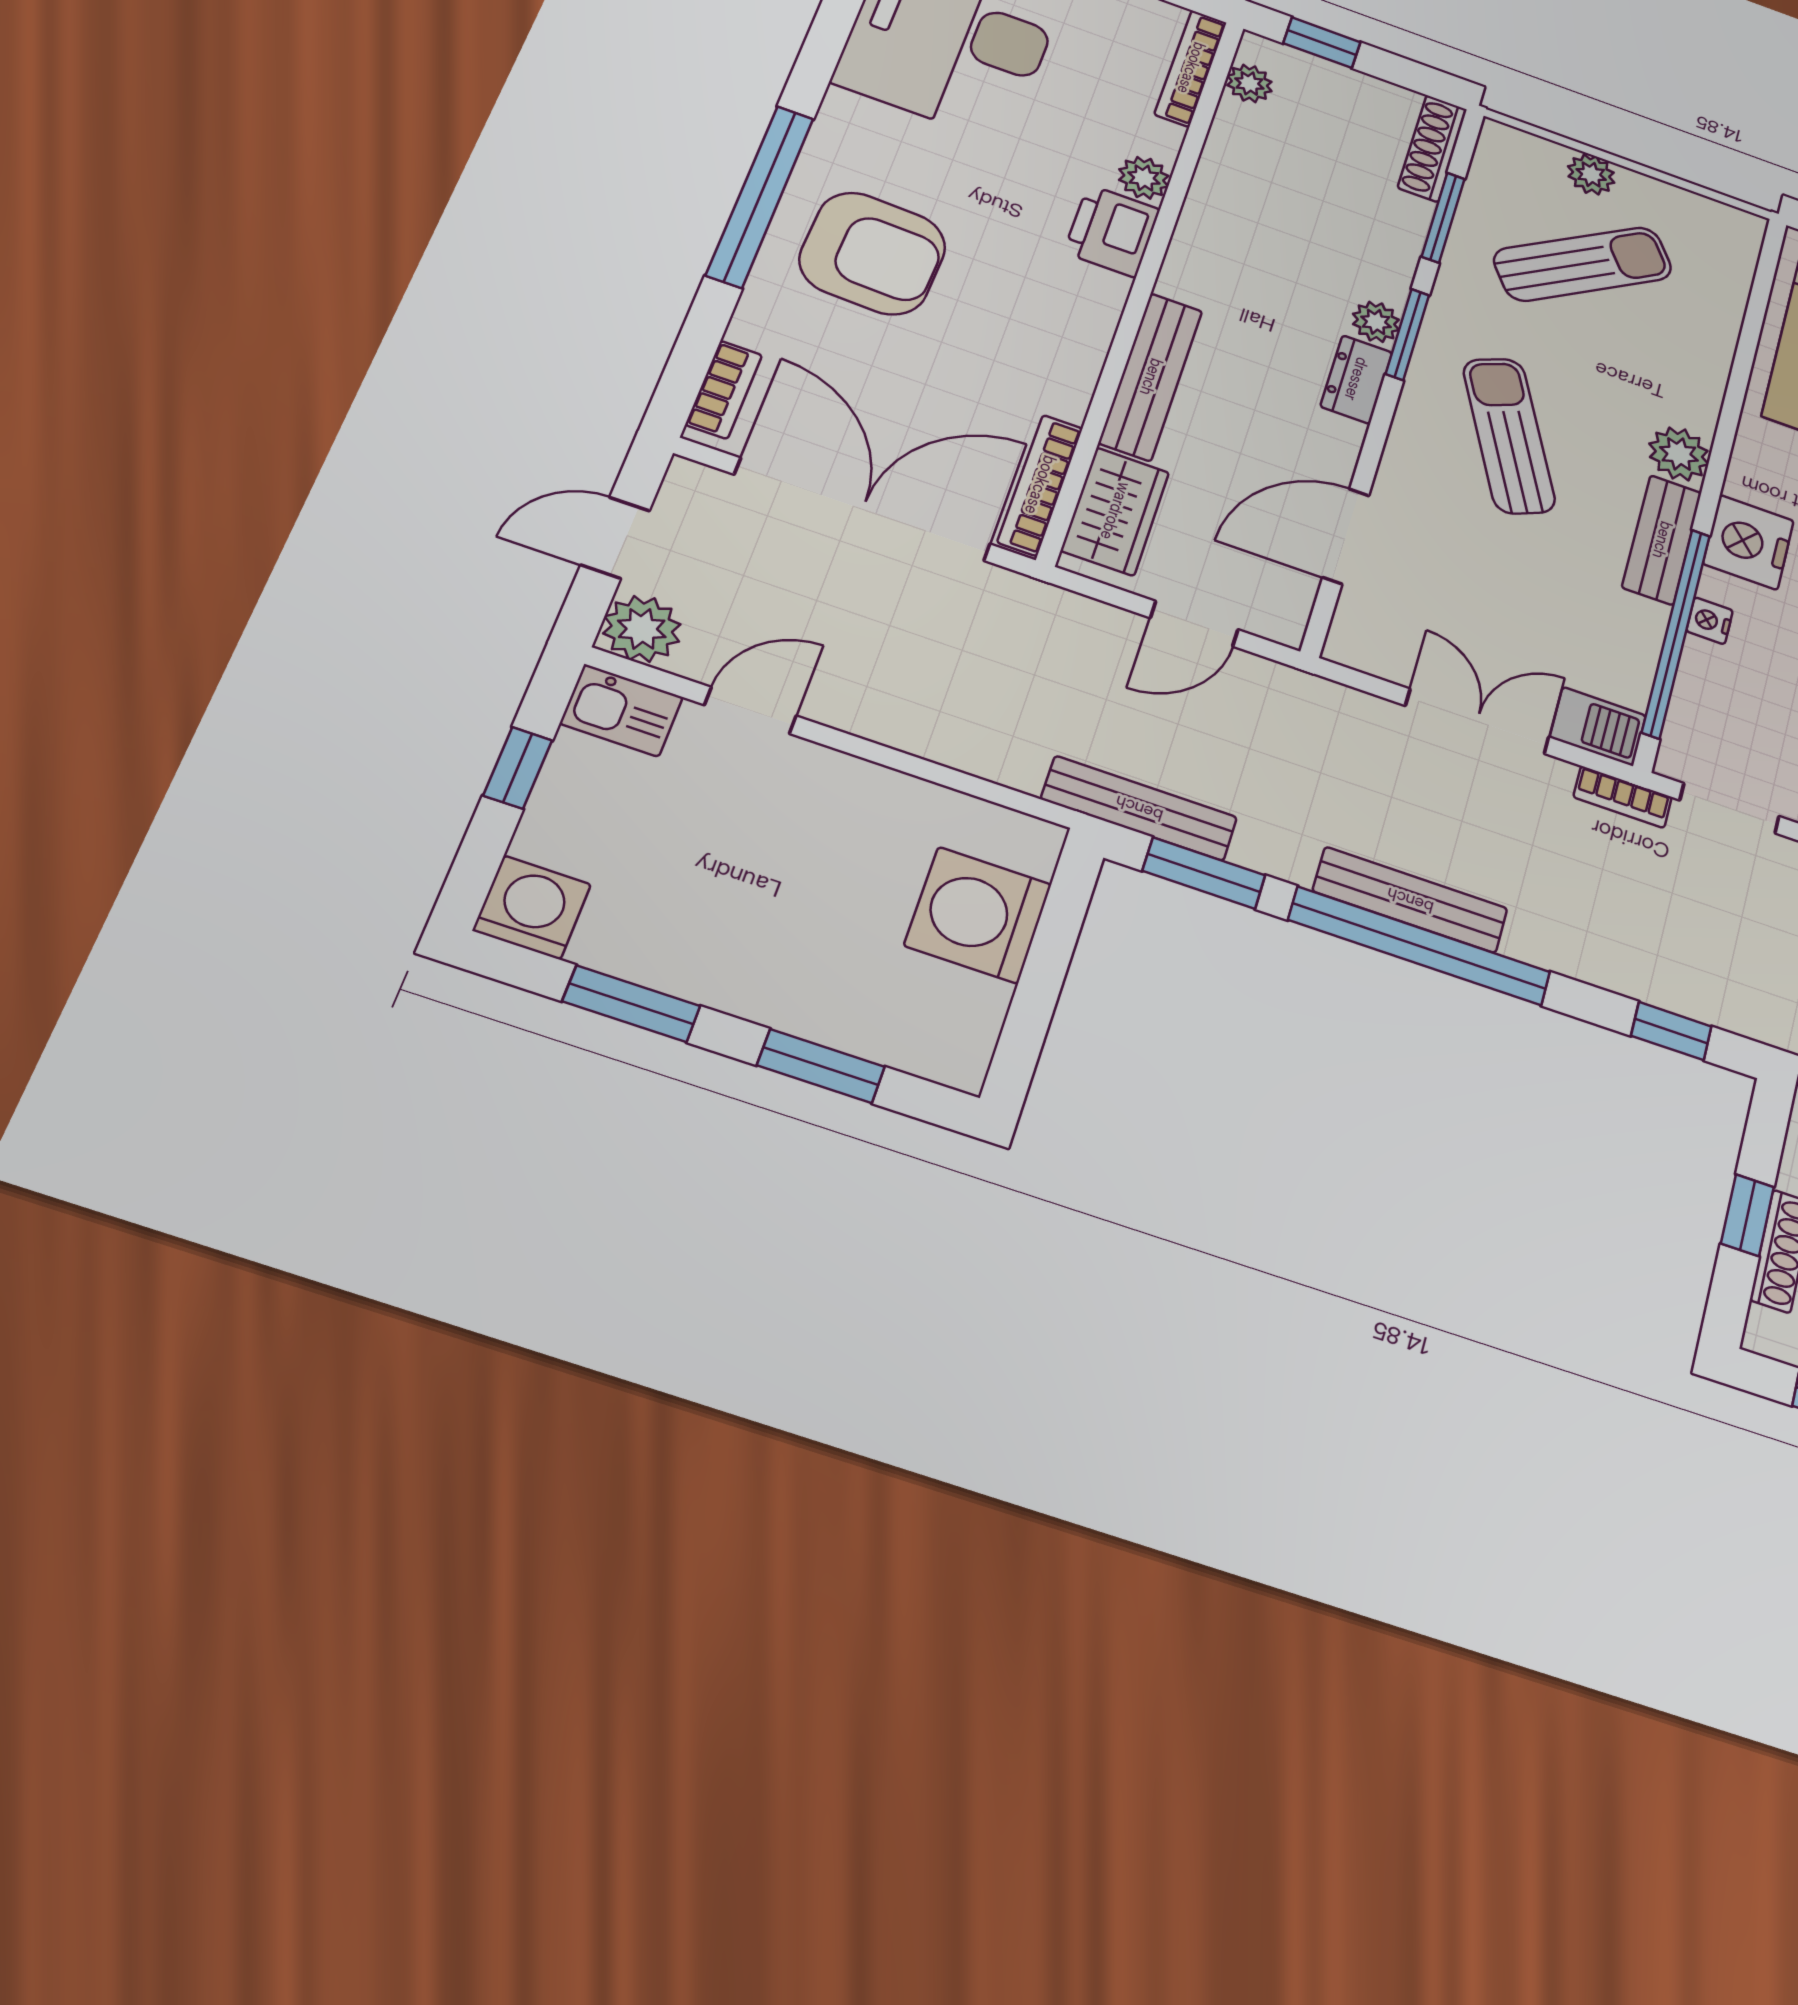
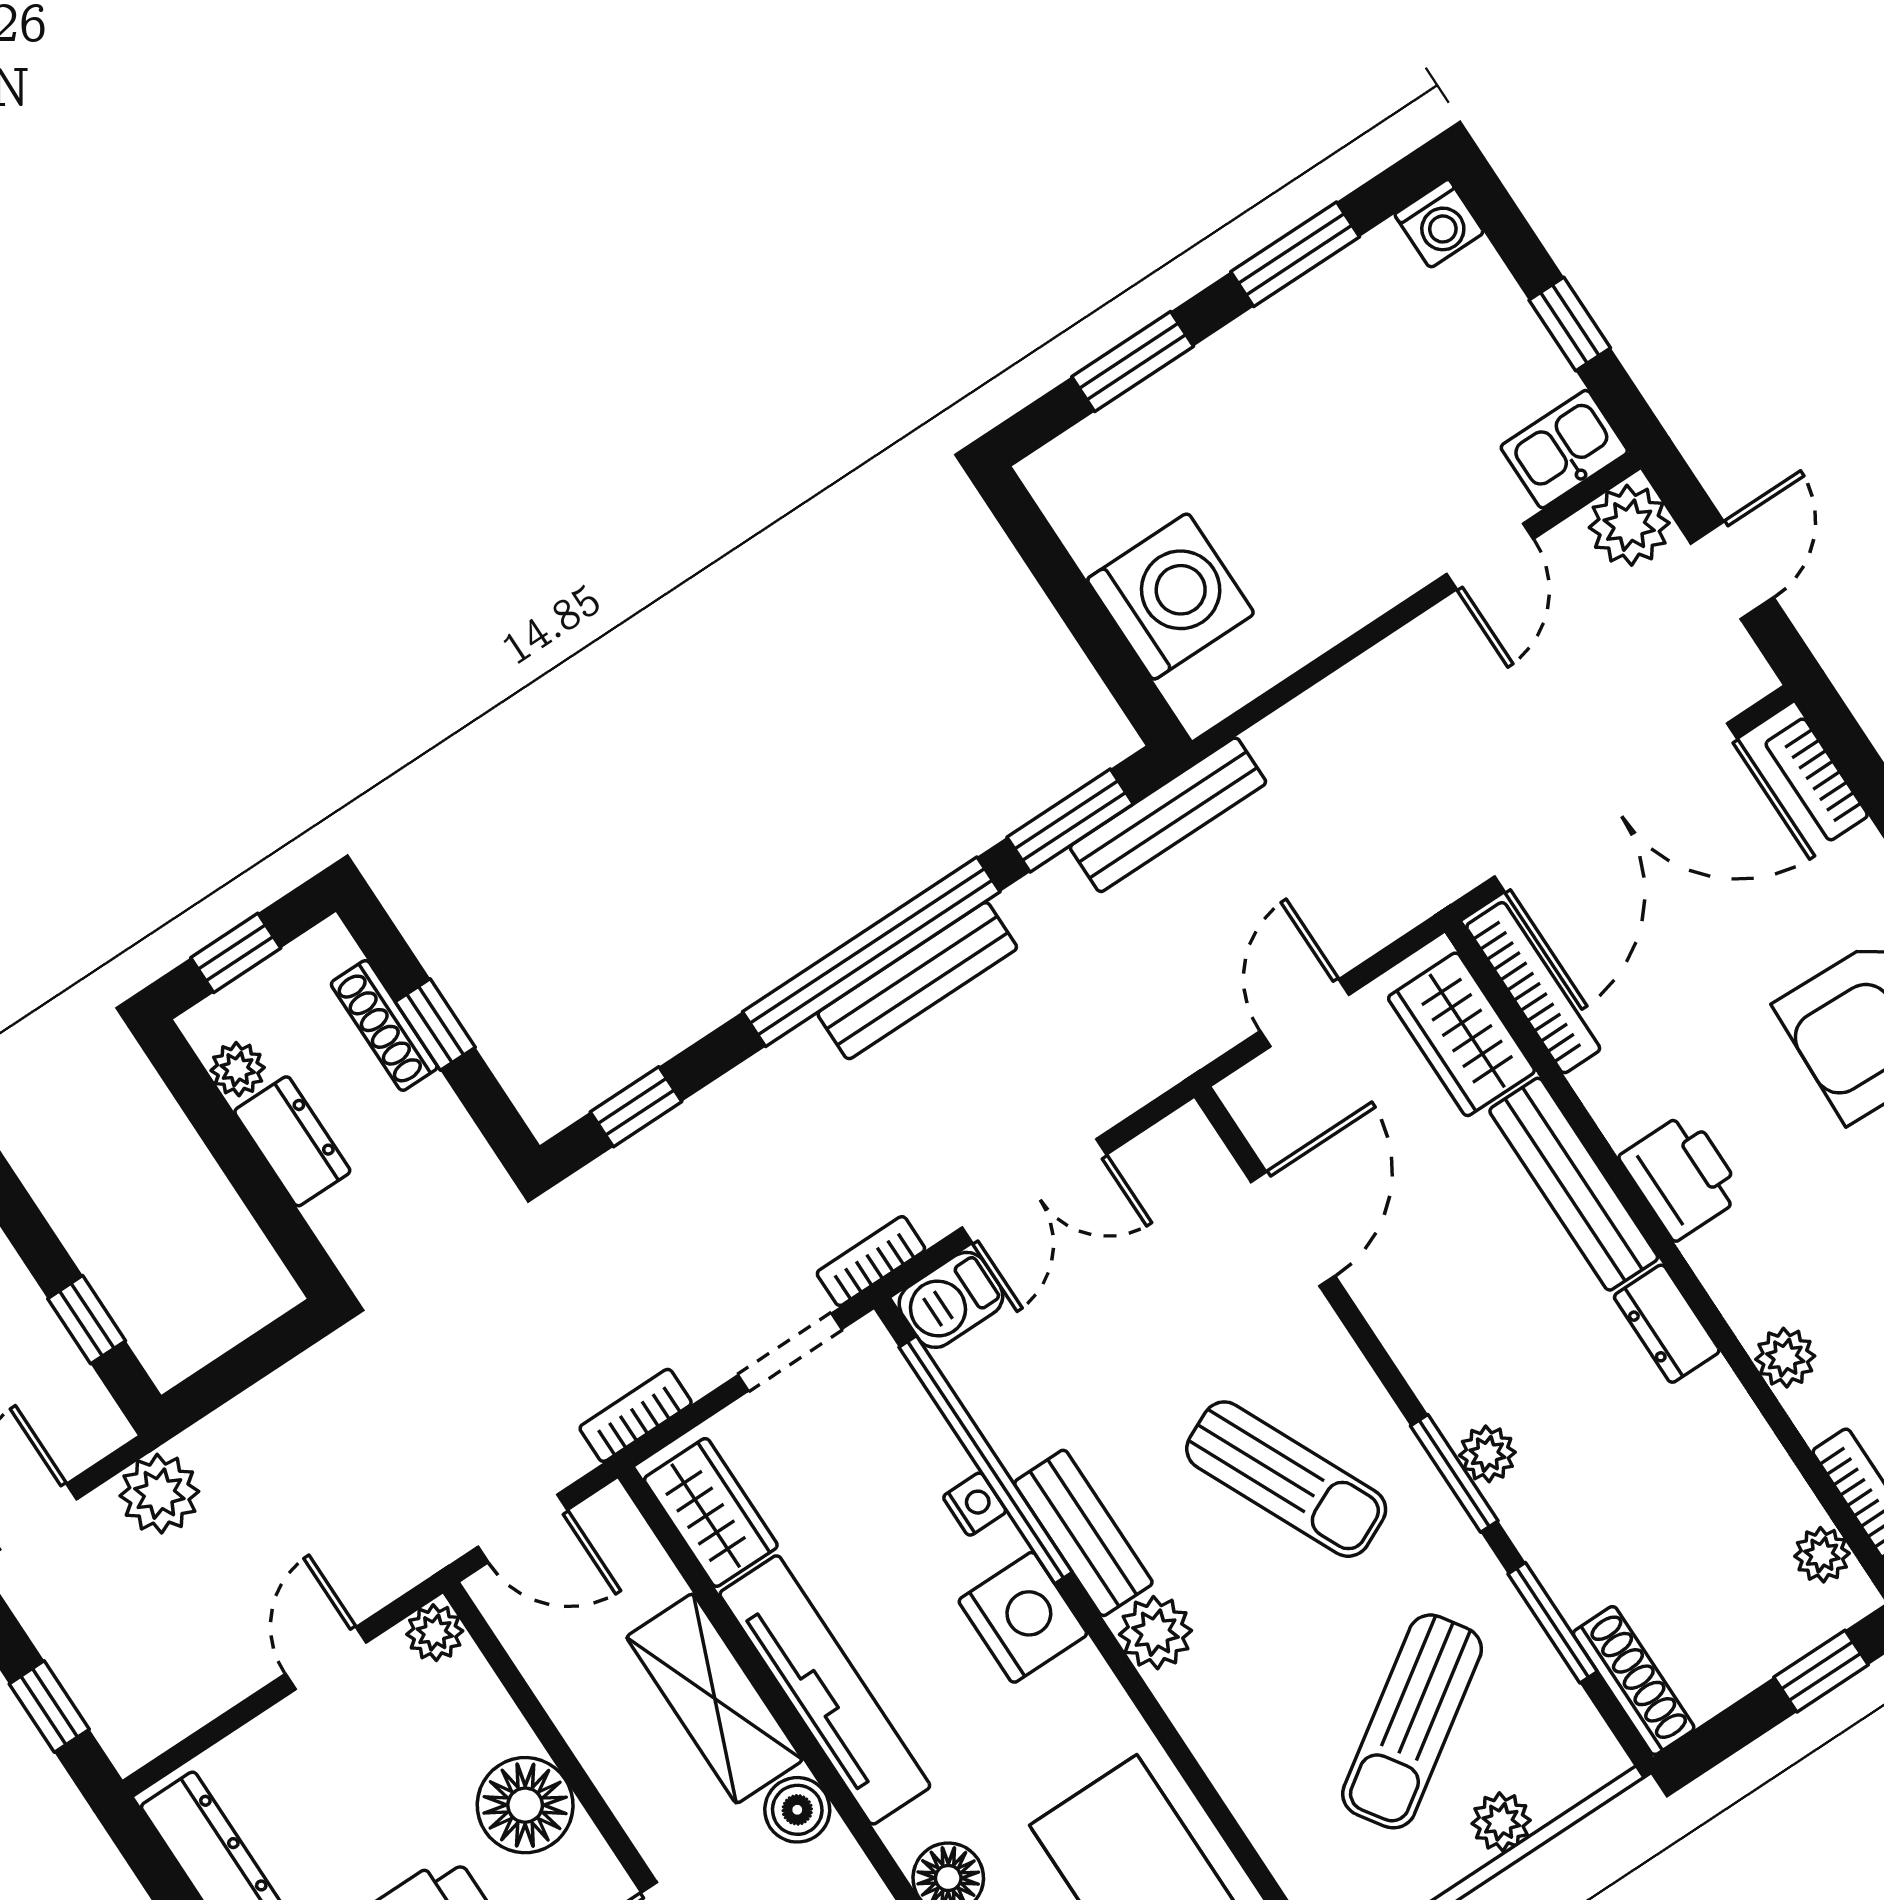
printer: (1112, 231) -> (1682, 1176), moved
dresser: (1356, 379) -> (1667, 1324), moved, turned 180
washing machine: (532, 907) -> (1439, 223), width x0.73, depth x0.73

